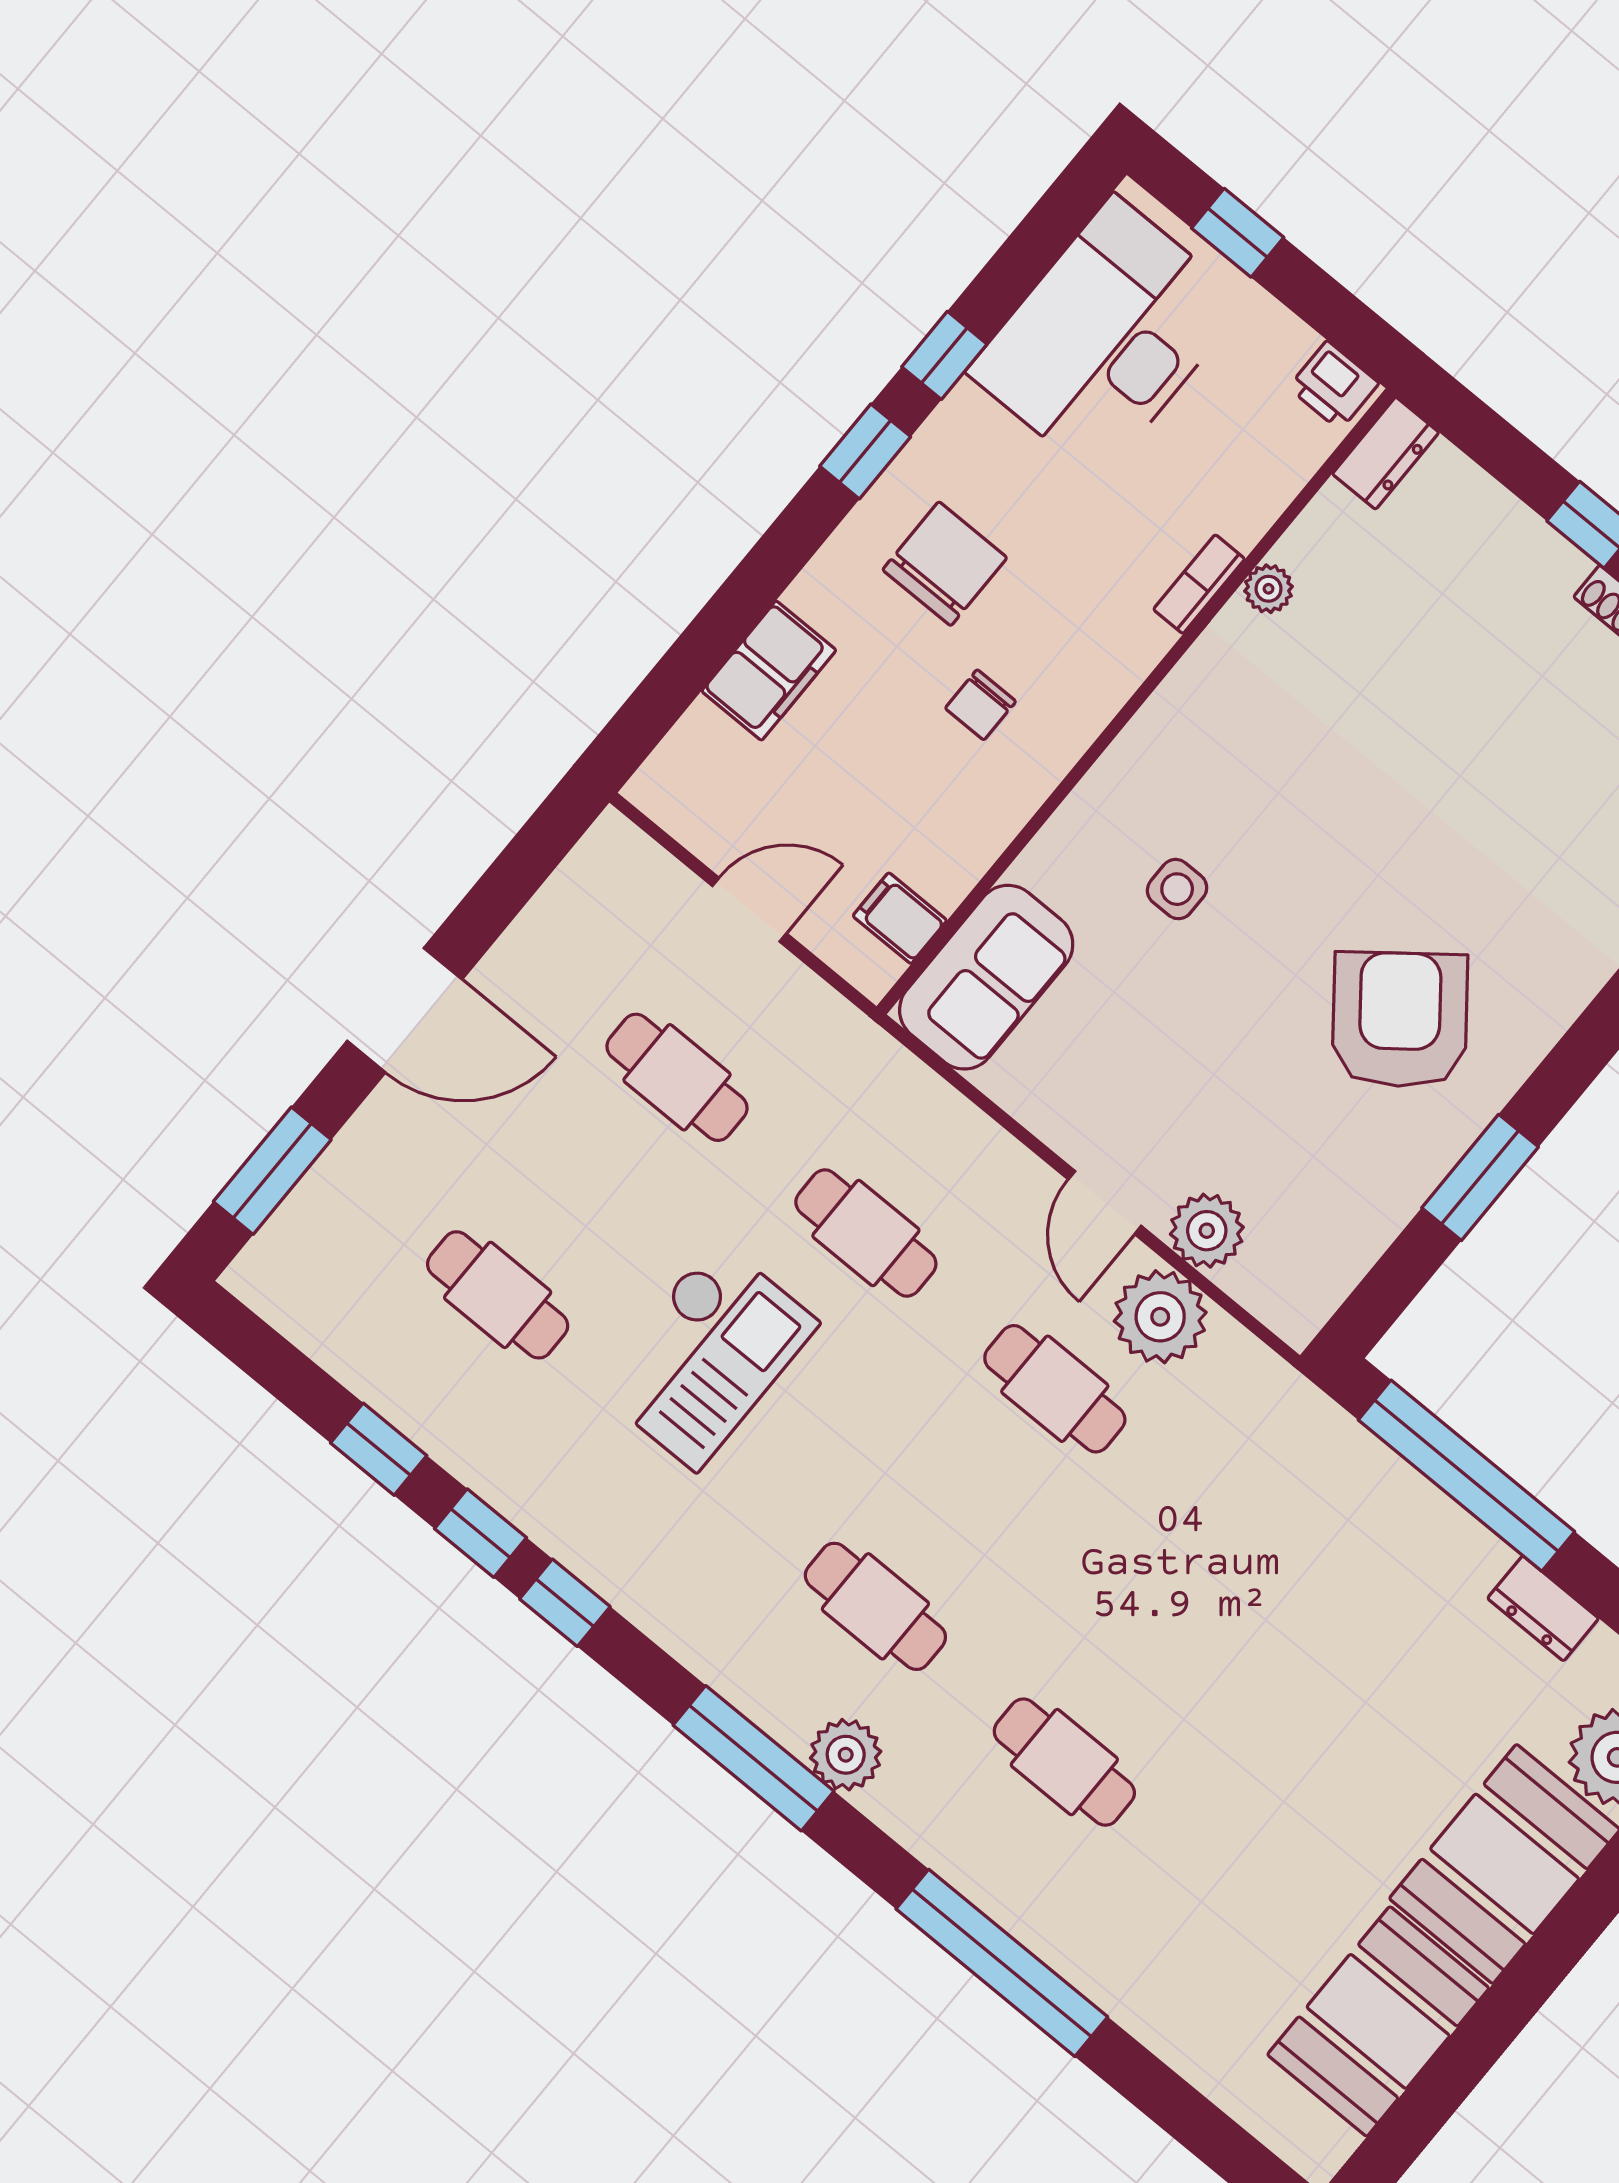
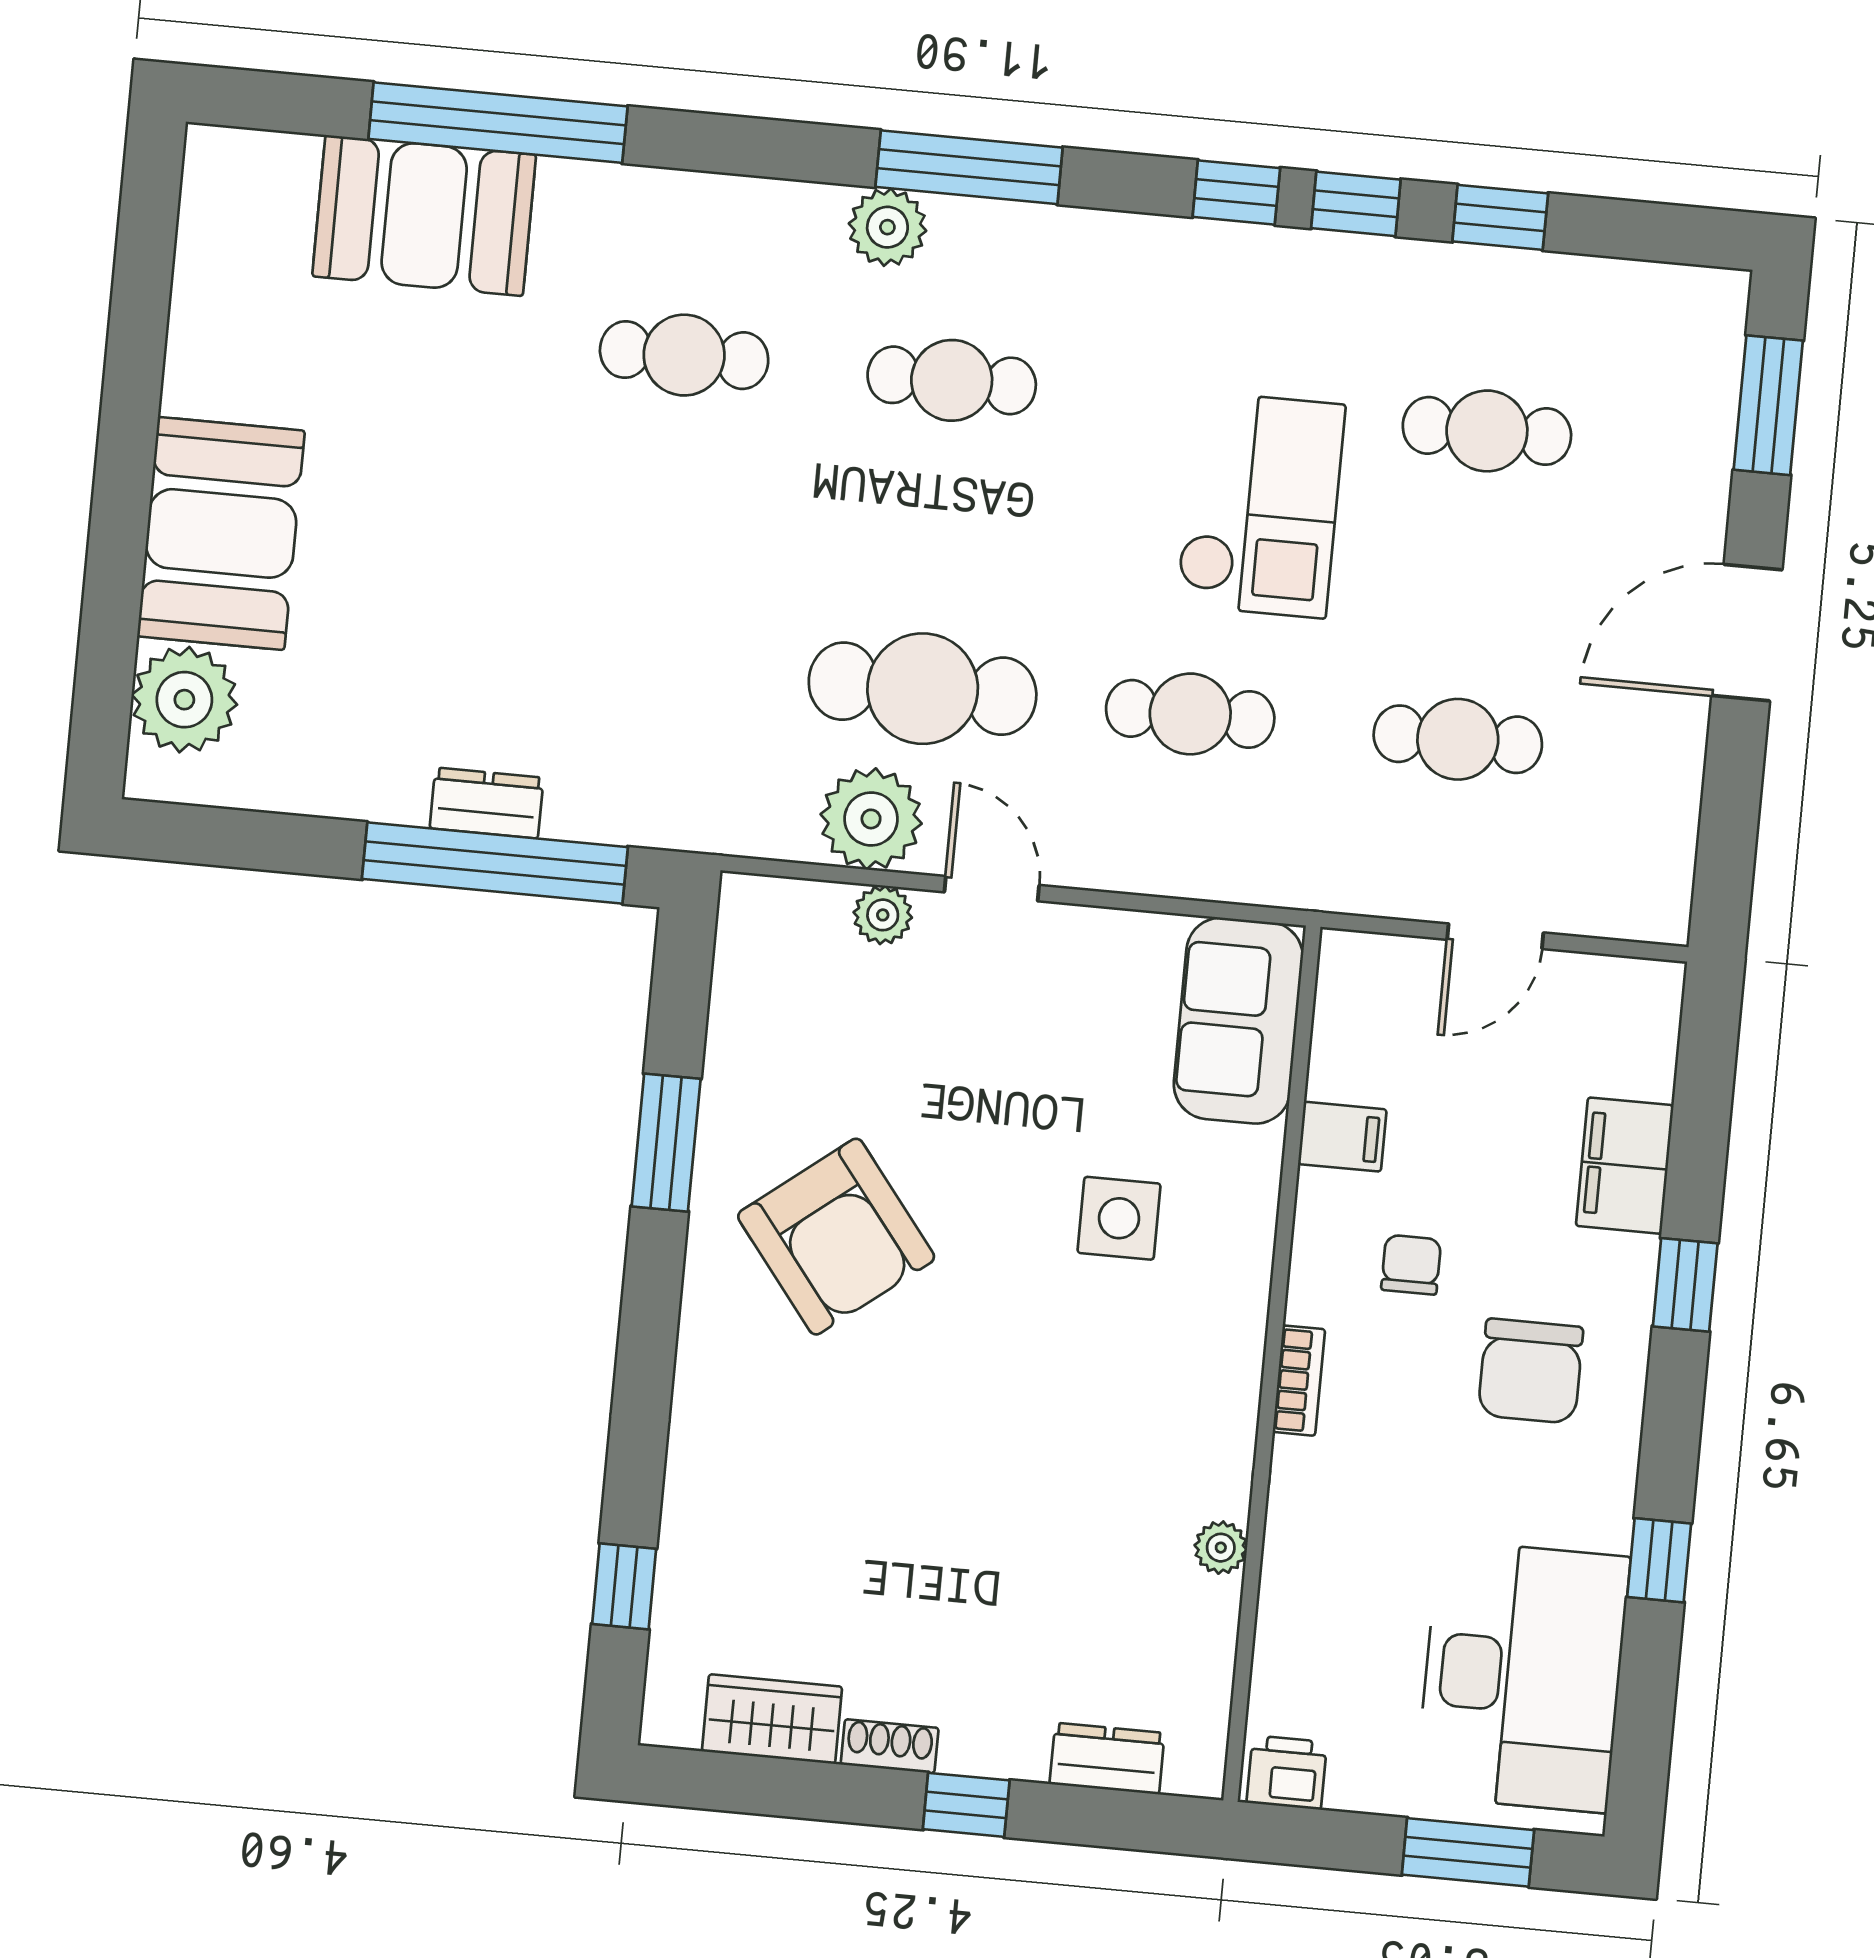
window: (1238, 233) -> (1468, 1852), width x1.50
window: (865, 451) -> (1685, 1285), moved
dresser: (1386, 453) -> (1107, 1759), moved, turned 90
bookcase: (1199, 584) -> (1299, 1381), moved
side table: (1177, 889) -> (1119, 1218), width x1.37, depth x1.37
filing cabinet: (900, 918) -> (1342, 1137), moved
plant: (1207, 1231) -> (883, 915), width x0.73, depth x0.73
checkout: (706, 1355) -> (1261, 505), turned 180
cafe table: (1055, 1389) -> (923, 689), width x1.37, depth x1.35
dresser: (1543, 1608) -> (487, 803), moved
window: (1002, 1963) -> (498, 123), moved
booth: (1378, 2021) -> (424, 216), moved, turned 90

